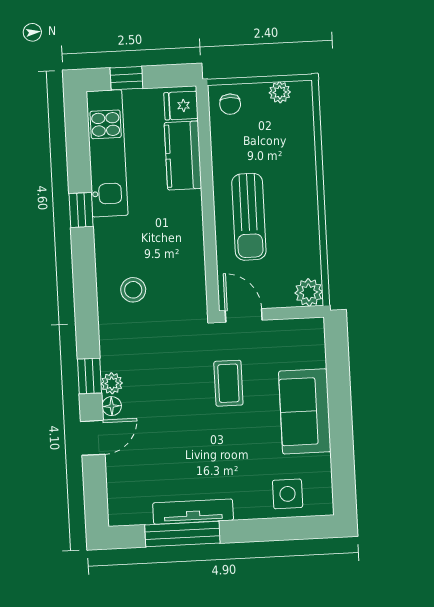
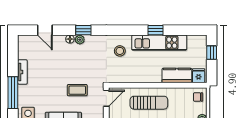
kitchen unit: (107, 153) -> (159, 43), moved
sun lounger: (249, 217) -> (149, 103), turned 180
door: (93, 438) -> (45, 30), moved
tv unit: (193, 512) -> (22, 72), width x0.71
window: (182, 534) -> (13, 93), moved

